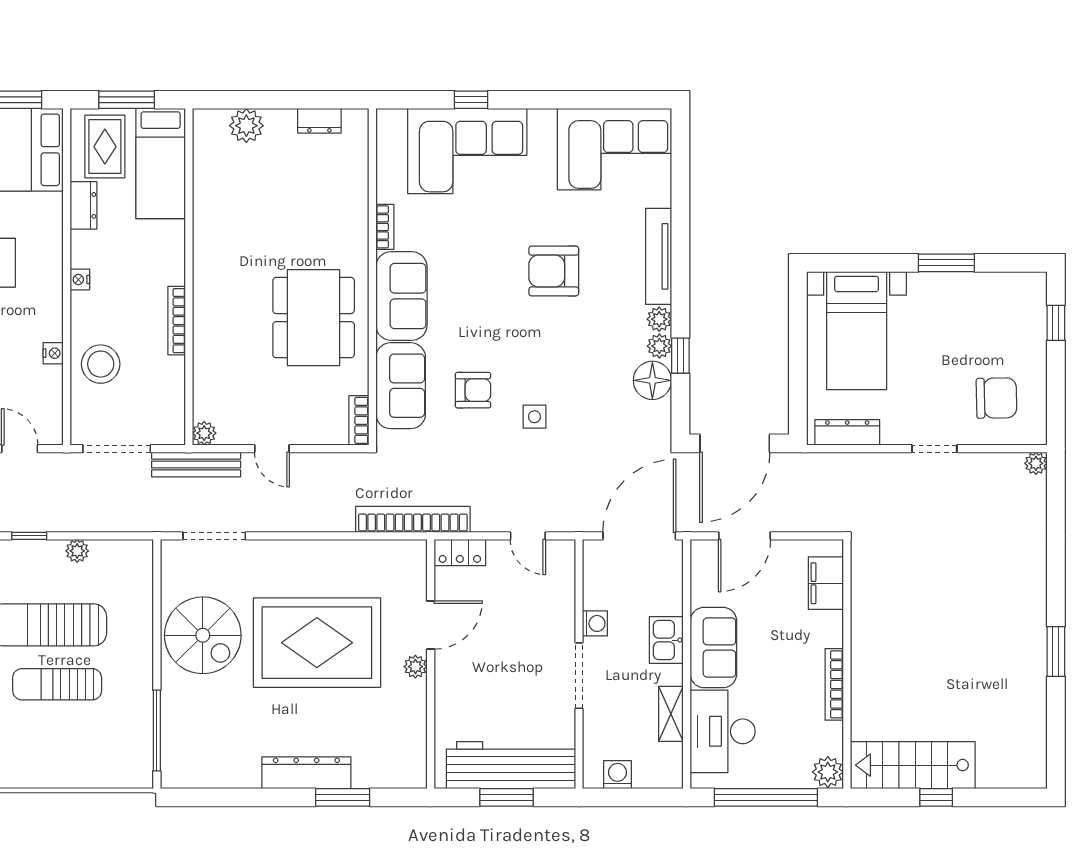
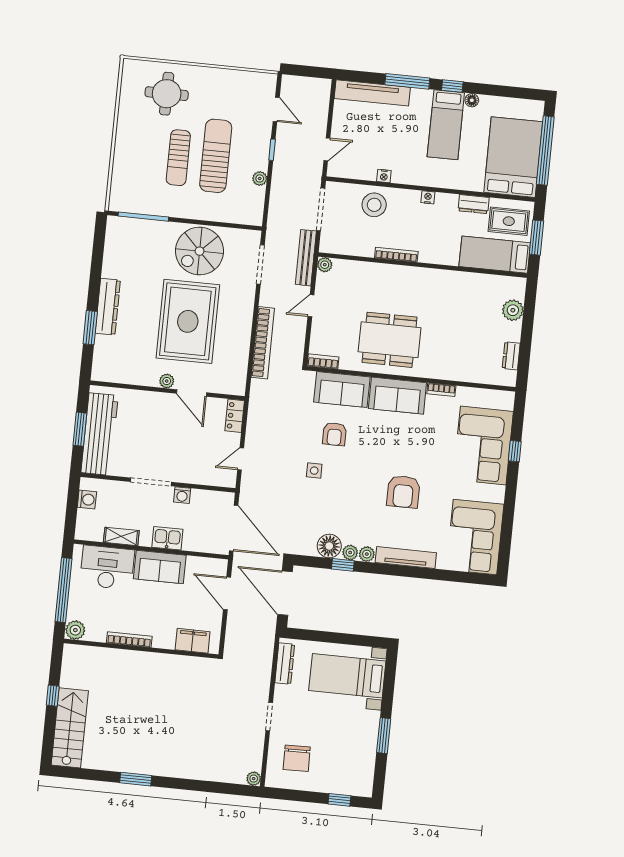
armchair: (554, 271) -> (403, 492), turned 180
bookcase: (413, 519) -> (263, 343), moved
sun lounger: (57, 684) -> (178, 158), turned 180
stairs: (913, 765) -> (70, 728), moved

